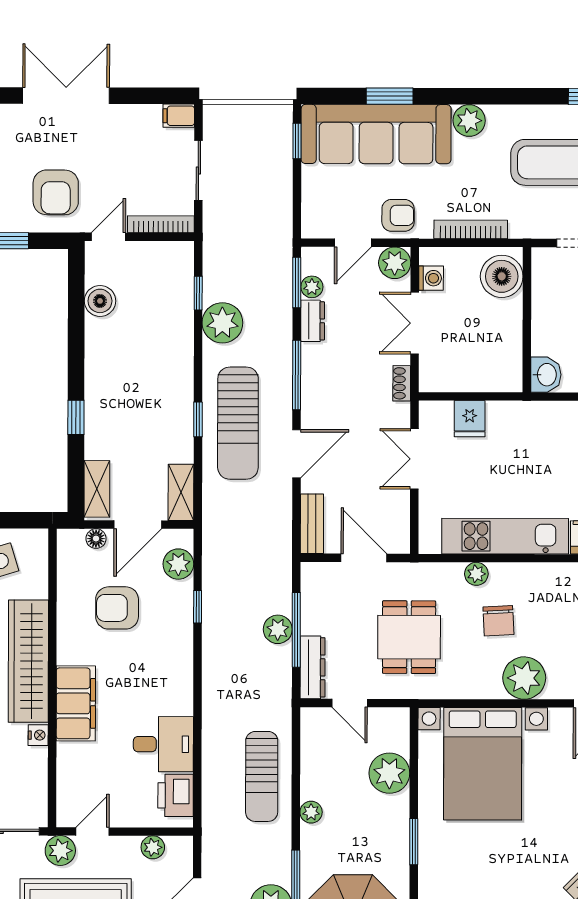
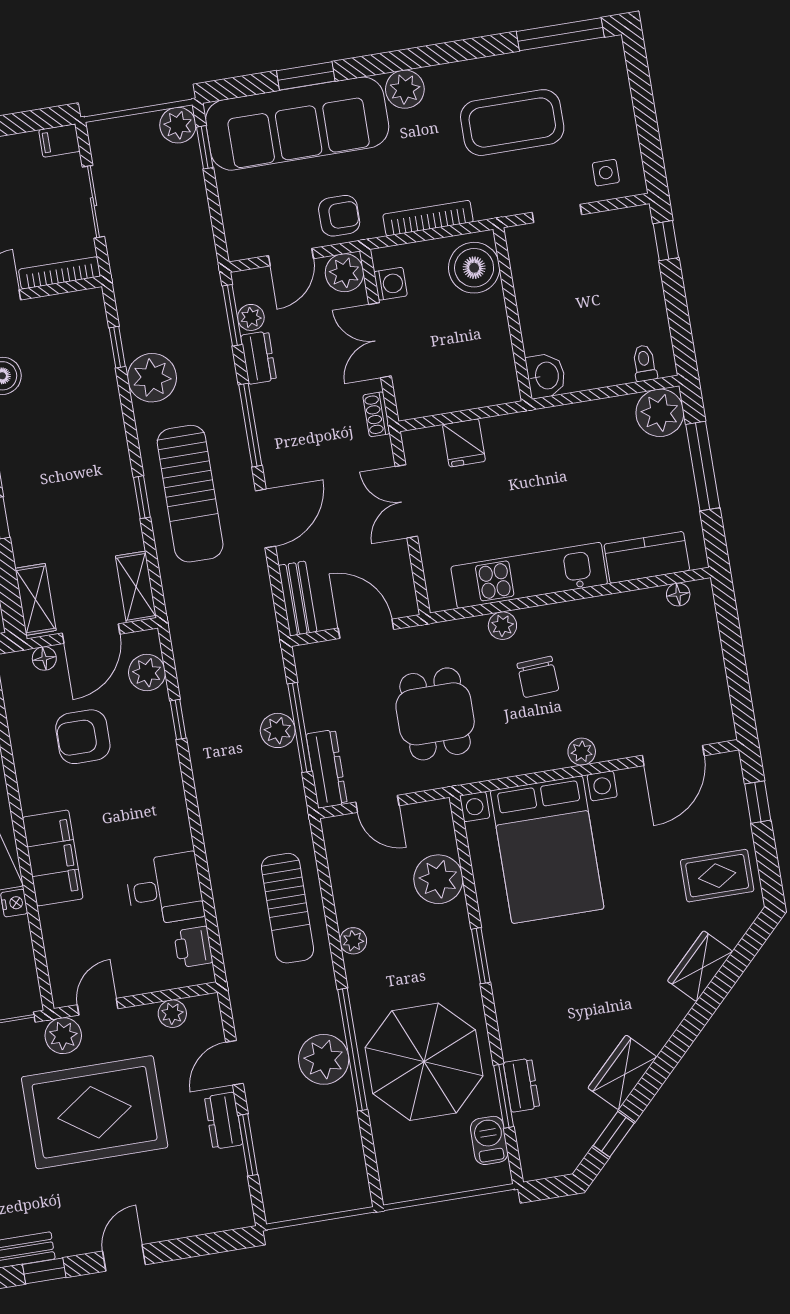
plant: (278, 119) -> (178, 125), added
plant: (524, 678) -> (582, 752), width x0.53, depth x0.53
printer: (176, 795) -> (193, 947), width x0.73, depth x0.81

